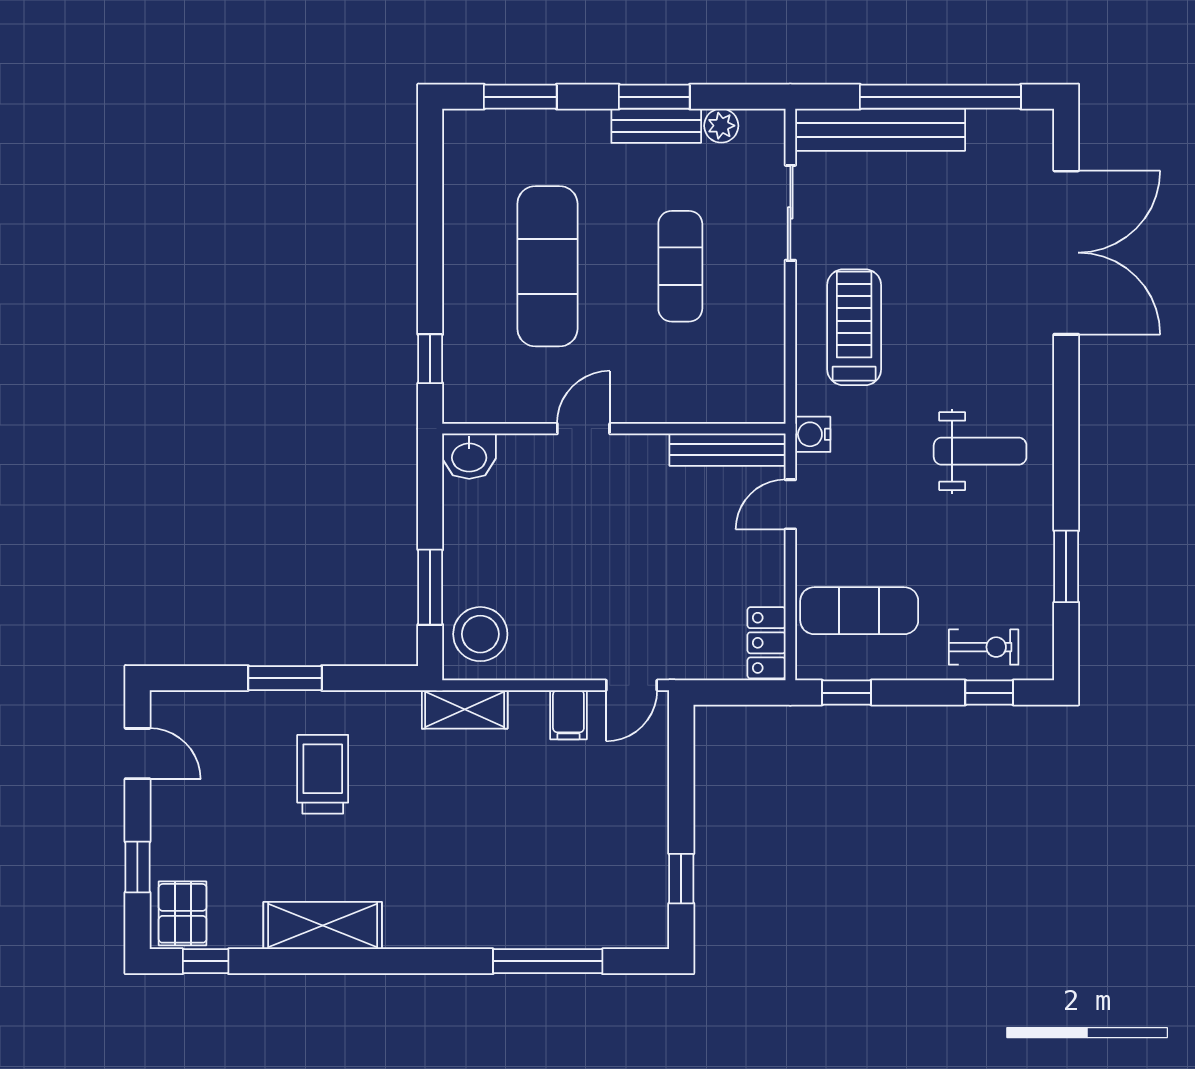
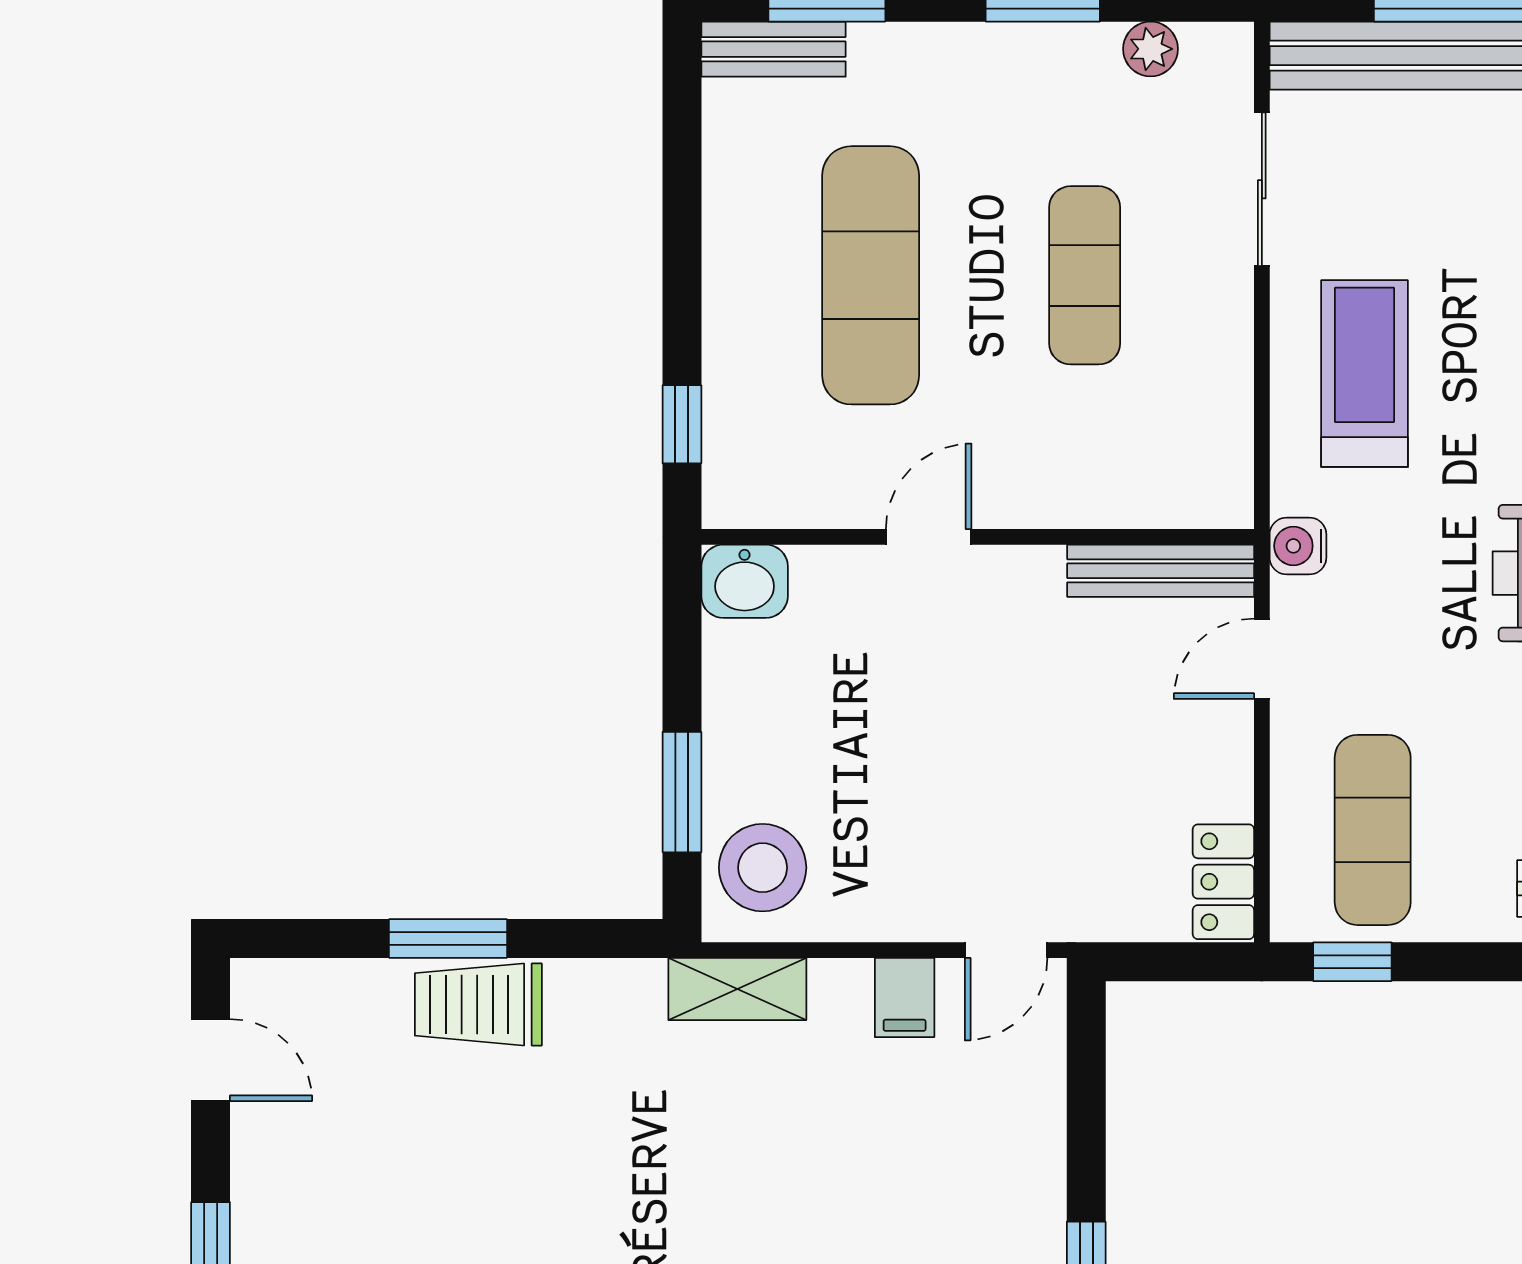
bench: (656, 126) -> (774, 49), moved
exercise mat: (859, 611) -> (1373, 830), turned 90
trolley: (323, 774) -> (478, 1004), moved, turned -90

